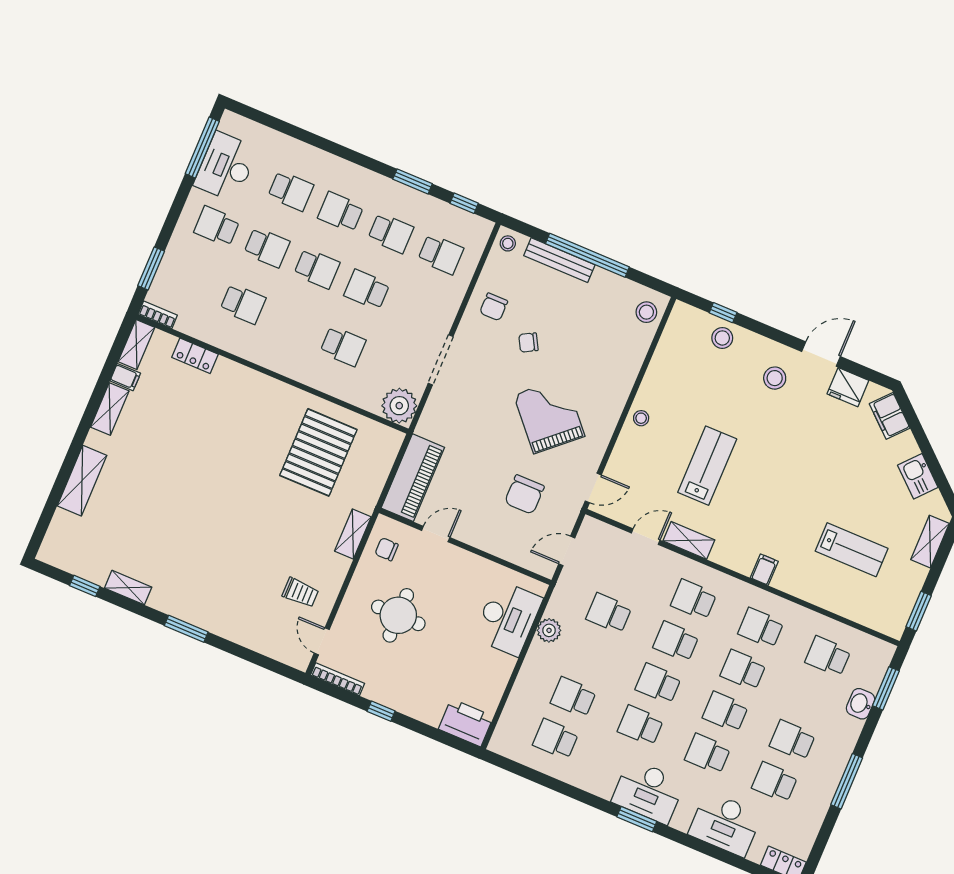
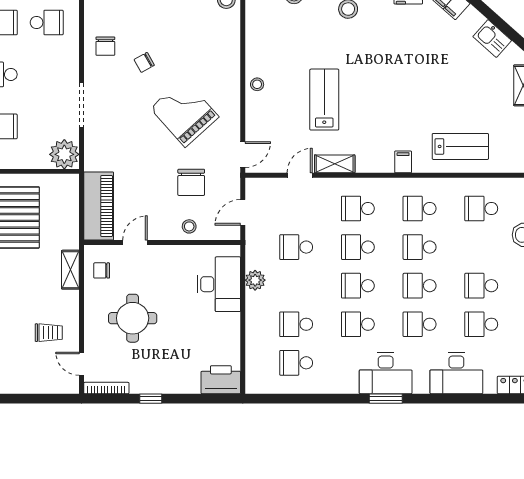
stool: (502, 541) -> (189, 226), added
lab bench: (852, 550) -> (460, 146), moved

